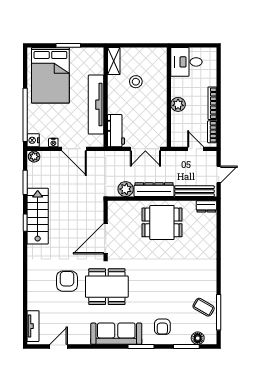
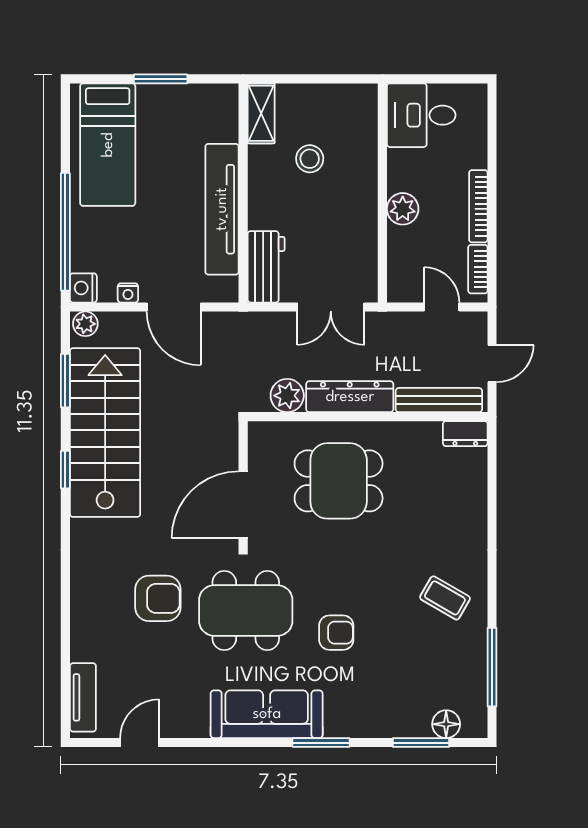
bed: (50, 75) -> (108, 145), width x0.67
stairs: (38, 216) -> (105, 433), width x1.36, depth x1.51
dining table: (162, 222) -> (339, 481), moved
armchair: (67, 281) -> (158, 598), turned 90
coffee table: (204, 307) -> (445, 598), moved
armchair: (162, 327) -> (336, 633), moved, turned -90

